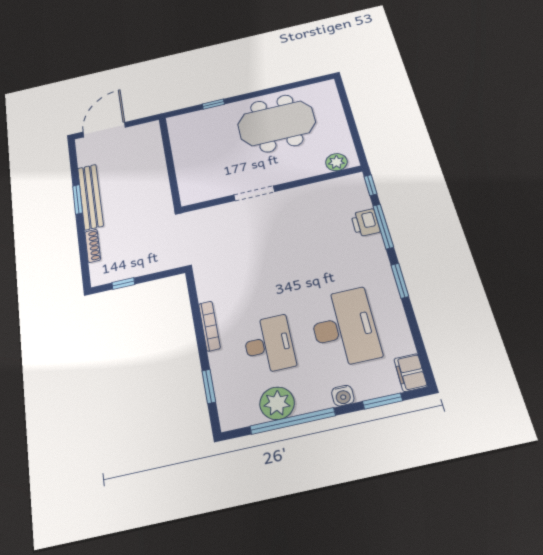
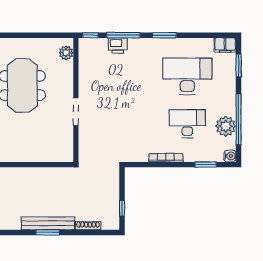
water cooler: (343, 396) -> (230, 156), moved

